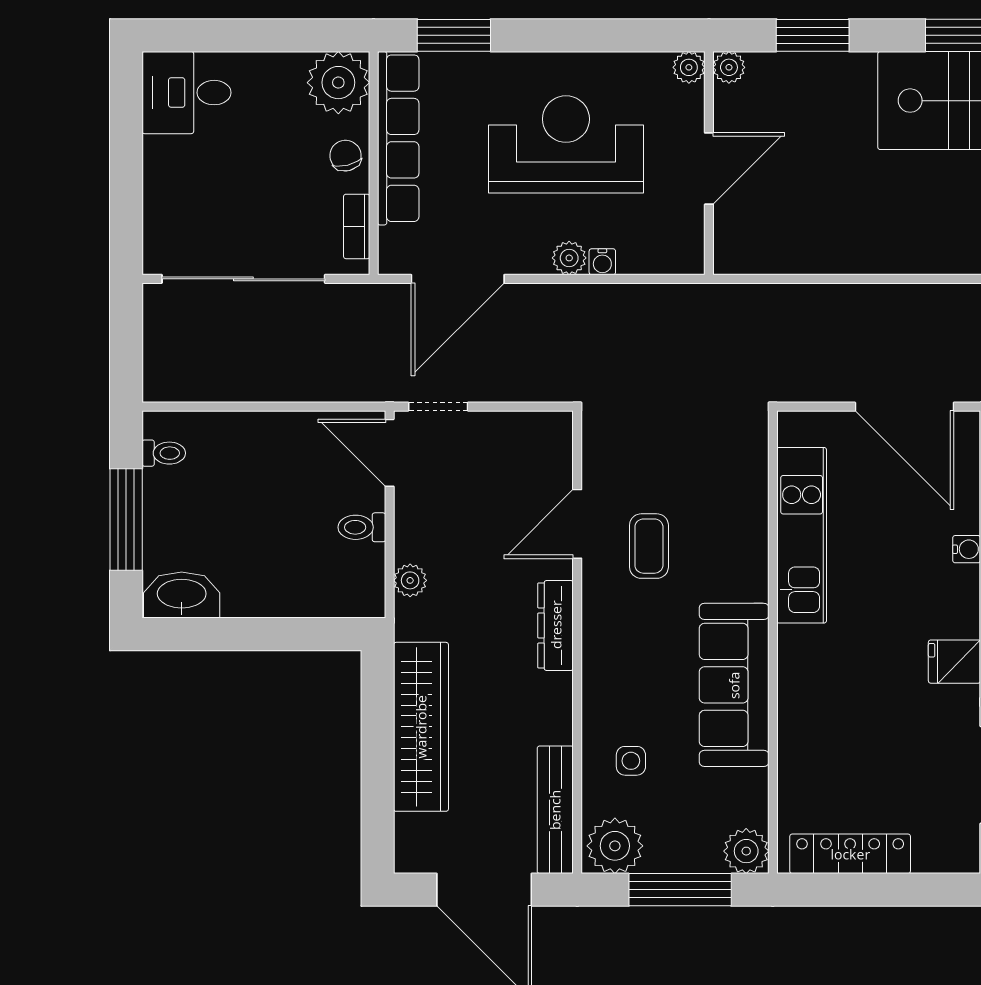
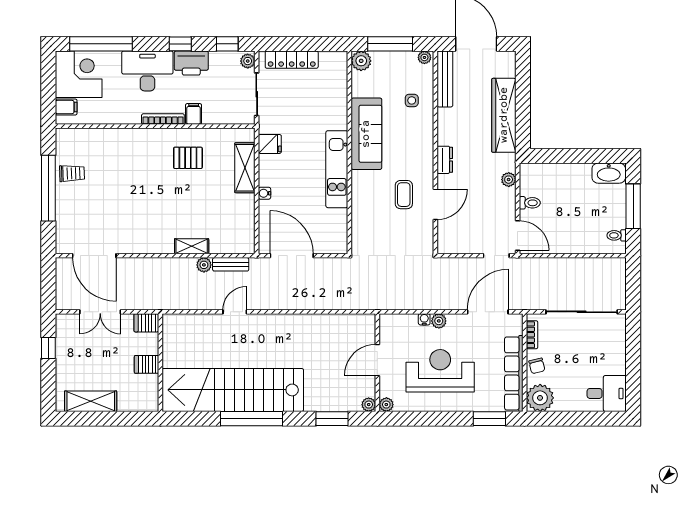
reception desk: (566, 144) -> (440, 371), turned 180
kitchen unit: (802, 535) -> (337, 169), moved
dresser: (556, 625) -> (445, 160), width x0.70
plant: (615, 846) -> (424, 57), width x0.53, depth x0.53
locker: (850, 854) -> (292, 60), moved

